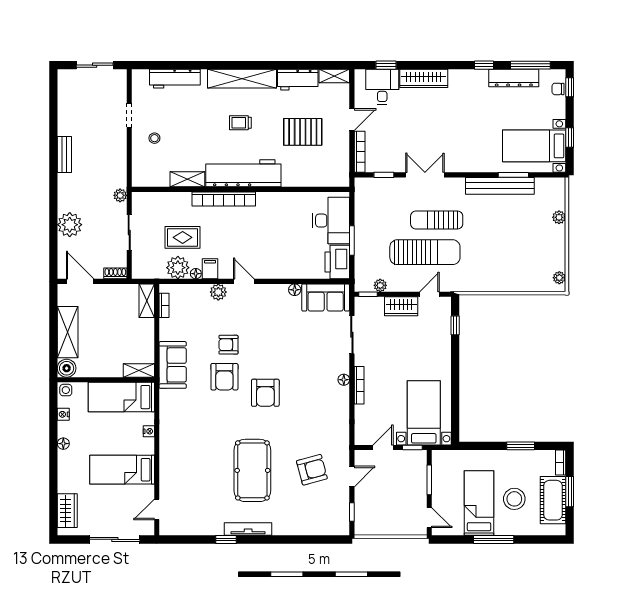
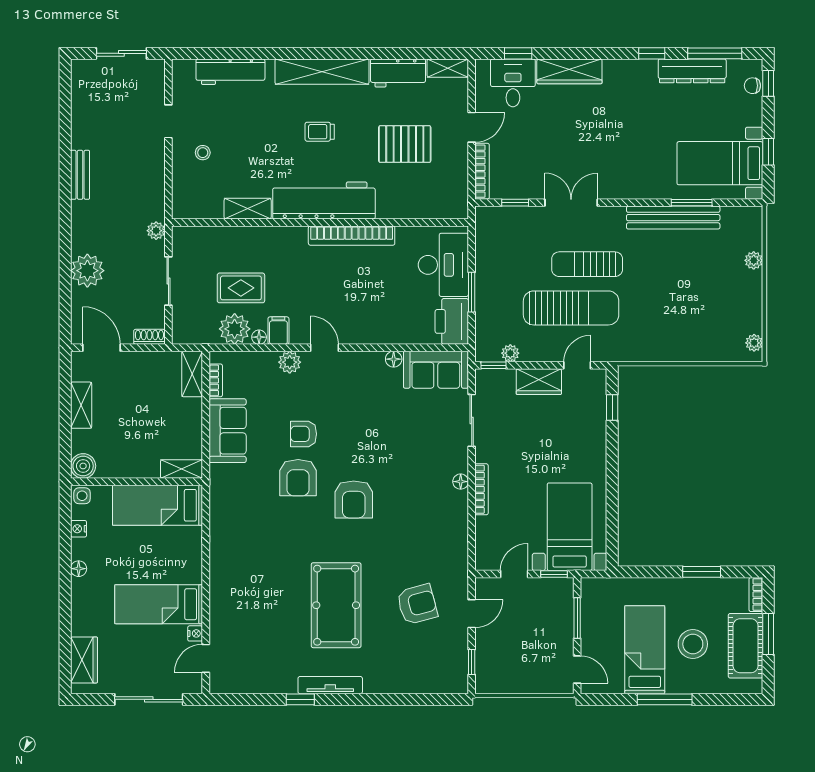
bookcase: (224, 199) -> (352, 236), moved
shelving: (68, 332) -> (81, 405), width x0.67, depth x0.75
sofa: (173, 365) -> (228, 431), moved
nightstand: (149, 431) -> (195, 633), moved

